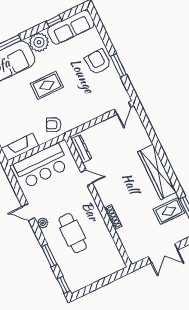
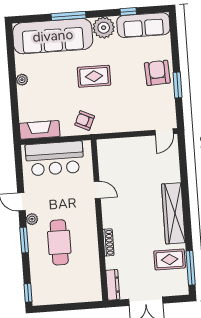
dresser: (81, 149) -> (113, 285), moved
window: (49, 255) -> (24, 240), moved

